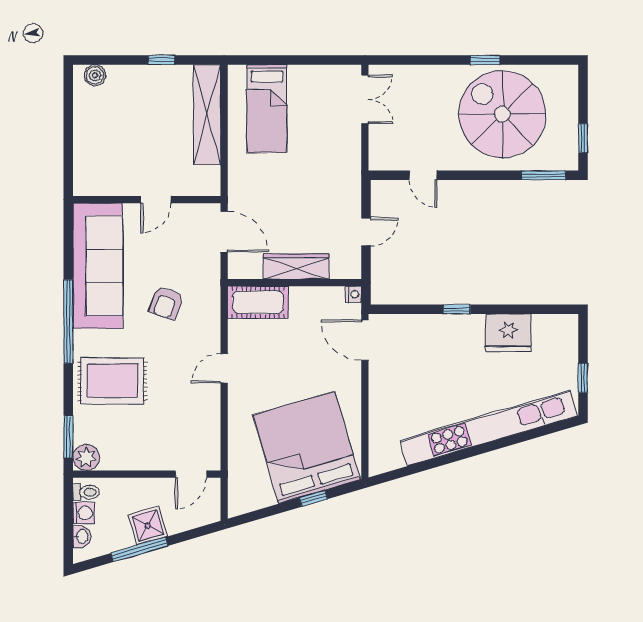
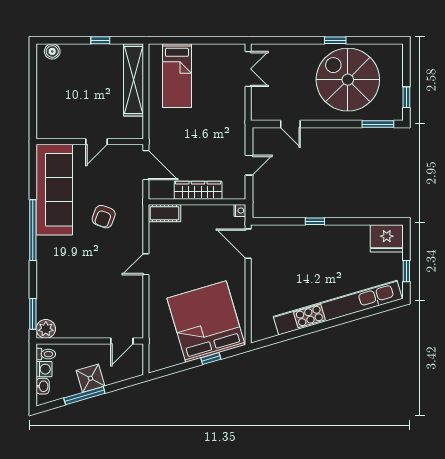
cot: (258, 302) -> (165, 213), width x0.73, depth x0.75
fridge: (508, 333) -> (387, 238), moved
rug: (112, 381) -> (65, 273), removed

